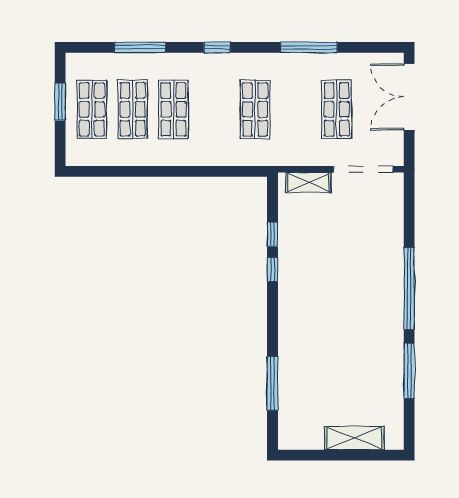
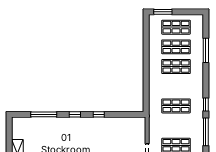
window: (217, 47) -> (206, 105), moved
window: (60, 102) -> (163, 12), moved
shelving: (309, 182) -> (141, 132), removed
window: (272, 234) -> (75, 114), moved

